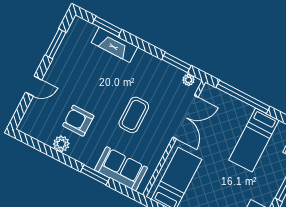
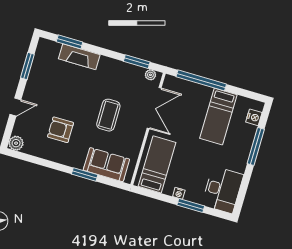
plant: (61, 144) -> (16, 143), moved

